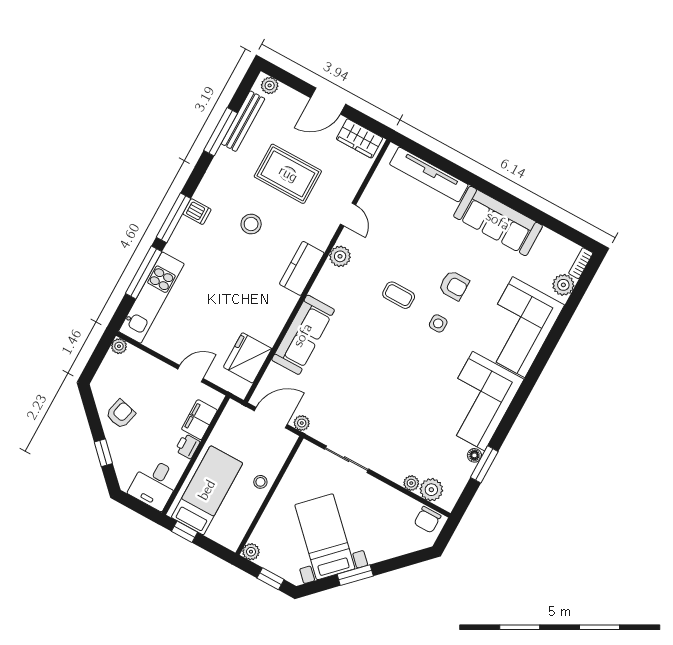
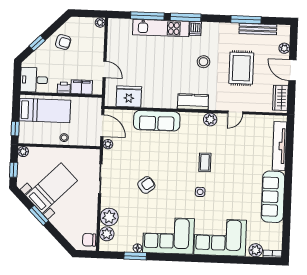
plant: (270, 85) -> (284, 48), moved
armchair: (454, 285) -> (146, 185), moved, turned -127
kitchen unit: (151, 298) -> (161, 28), moved
plant: (411, 483) -> (109, 217), width x1.88, depth x1.88
window: (184, 532) -> (15, 129), moved

